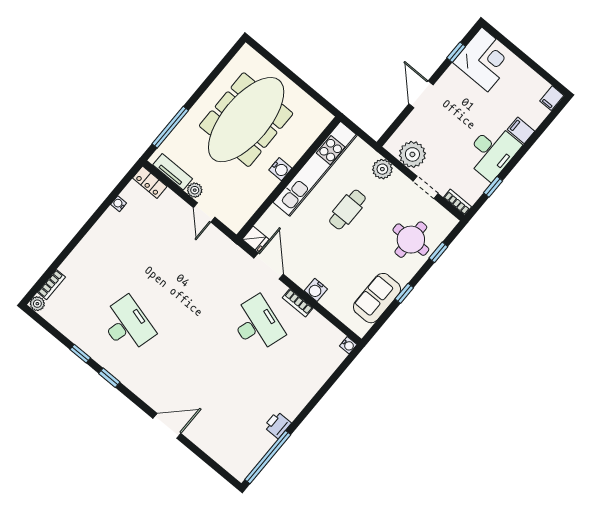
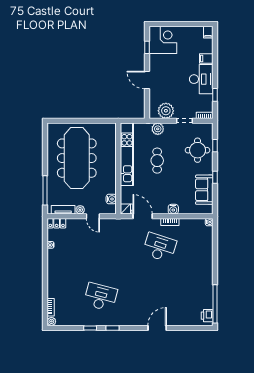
water cooler: (280, 169) -> (111, 199), moved
printer: (278, 425) -> (207, 316), moved

